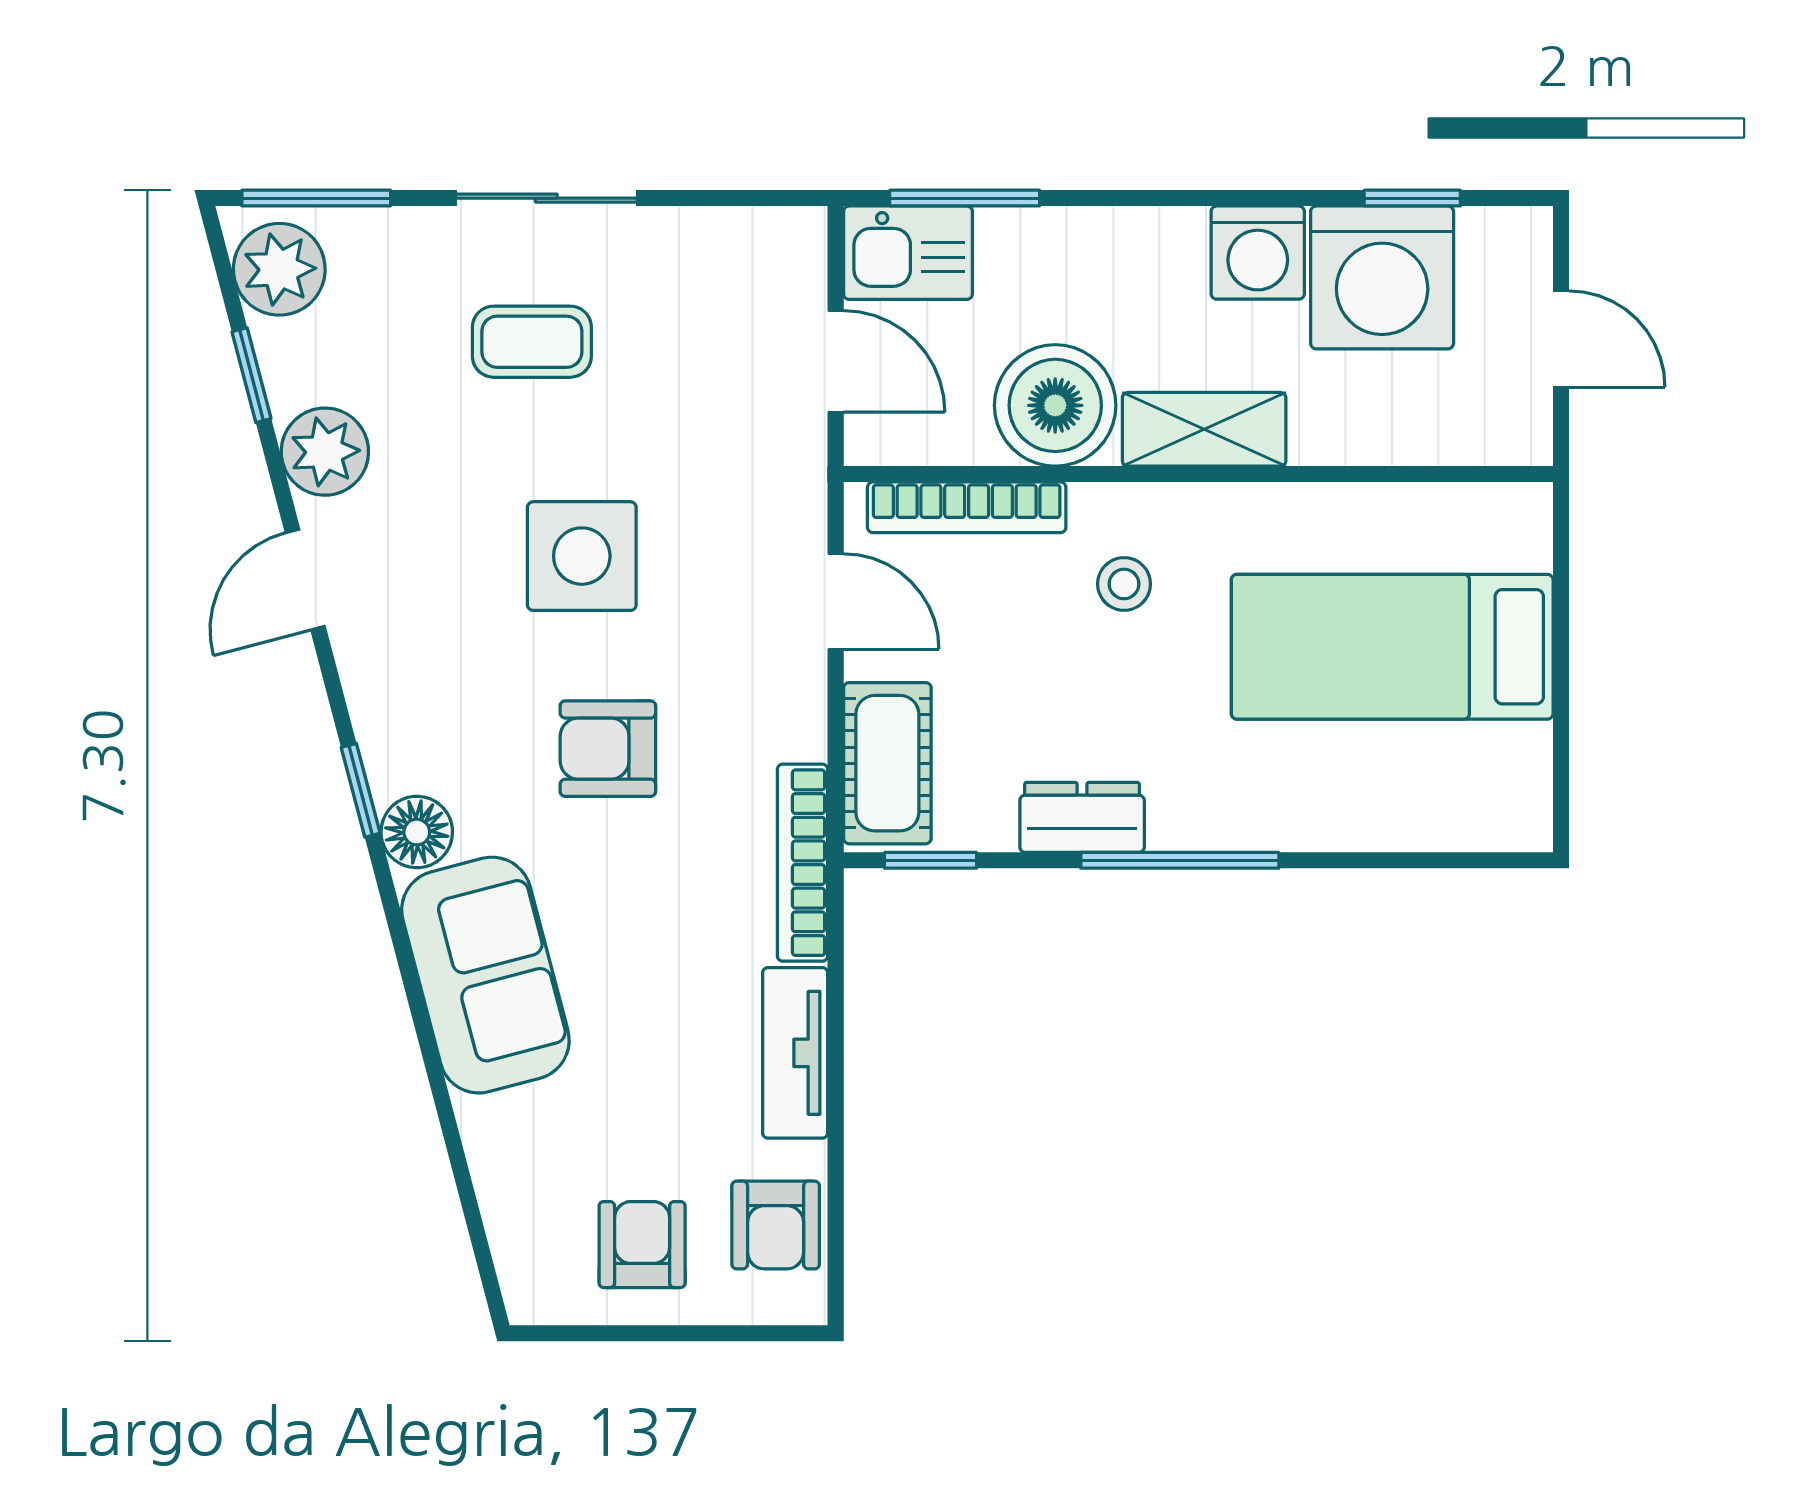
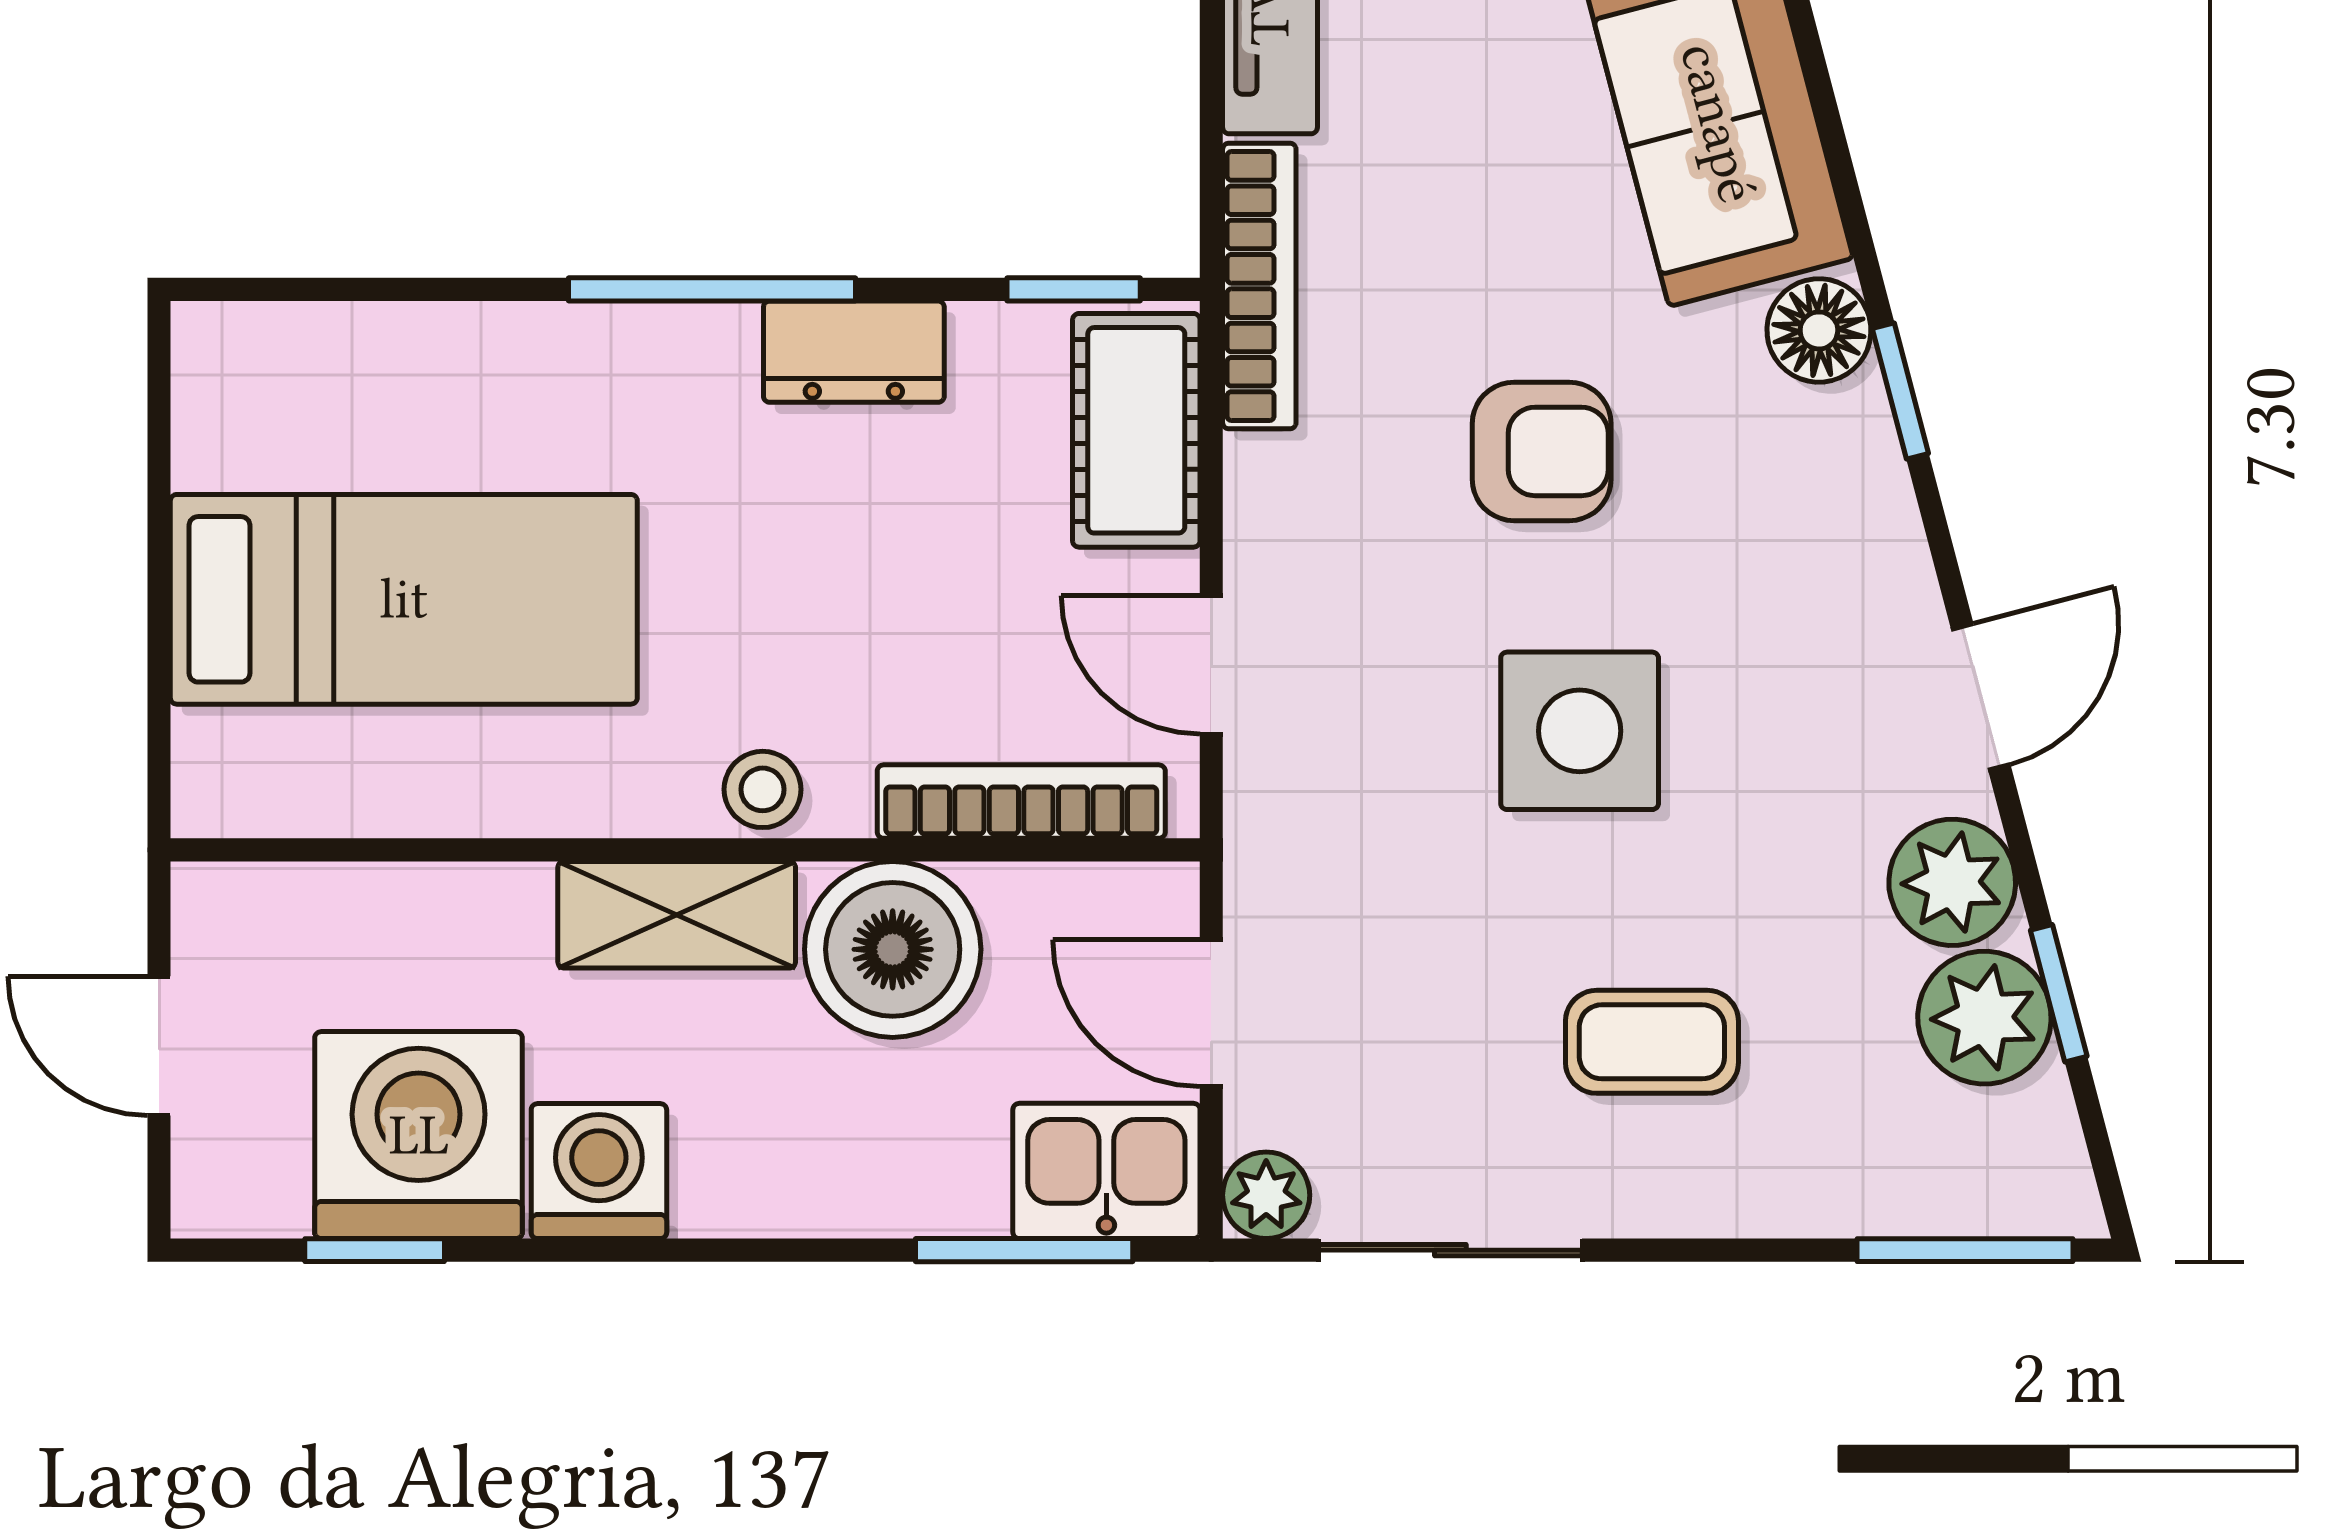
sliding door: (546, 198) -> (1450, 1250), moved
plant: (798, 236) -> (1266, 1195), added
plant: (279, 269) -> (1984, 1018), moved
stool: (1124, 584) -> (763, 789), moved

